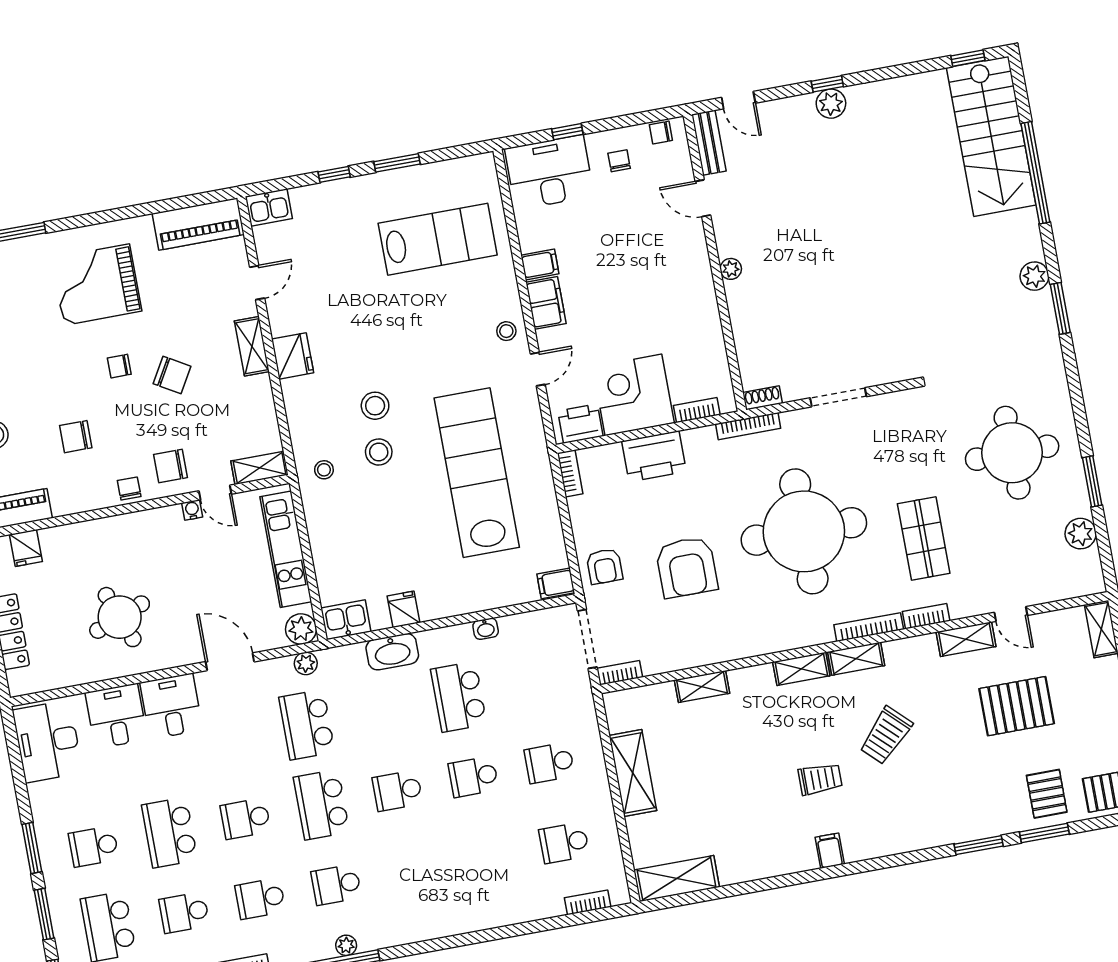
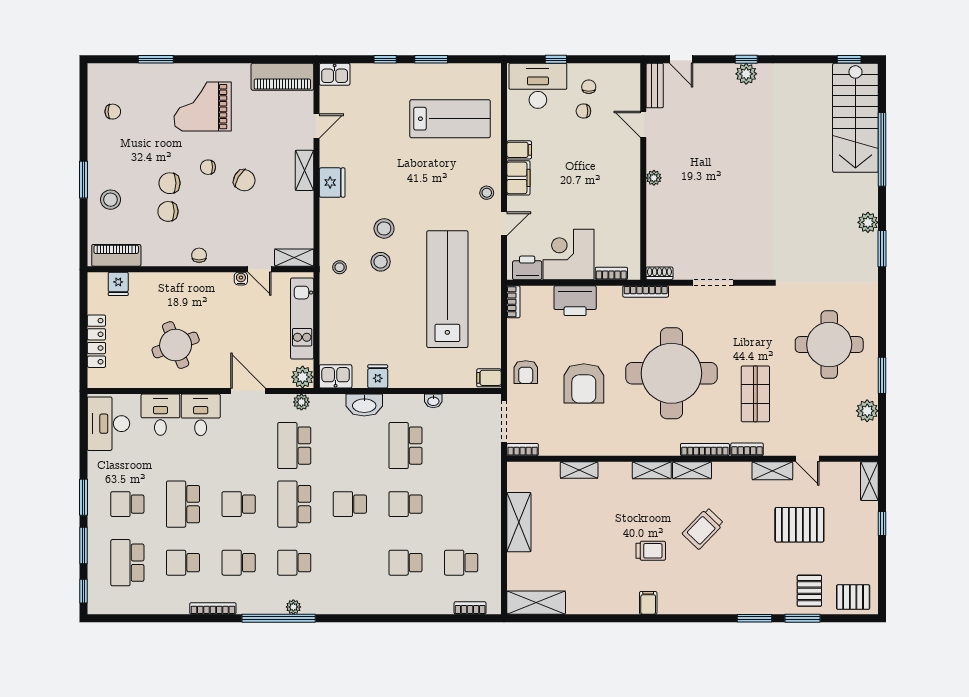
chair: (661, 133) -> (583, 111), moved
chair: (171, 466) -> (170, 183), moved
school desk: (549, 763) -> (405, 563), moved

